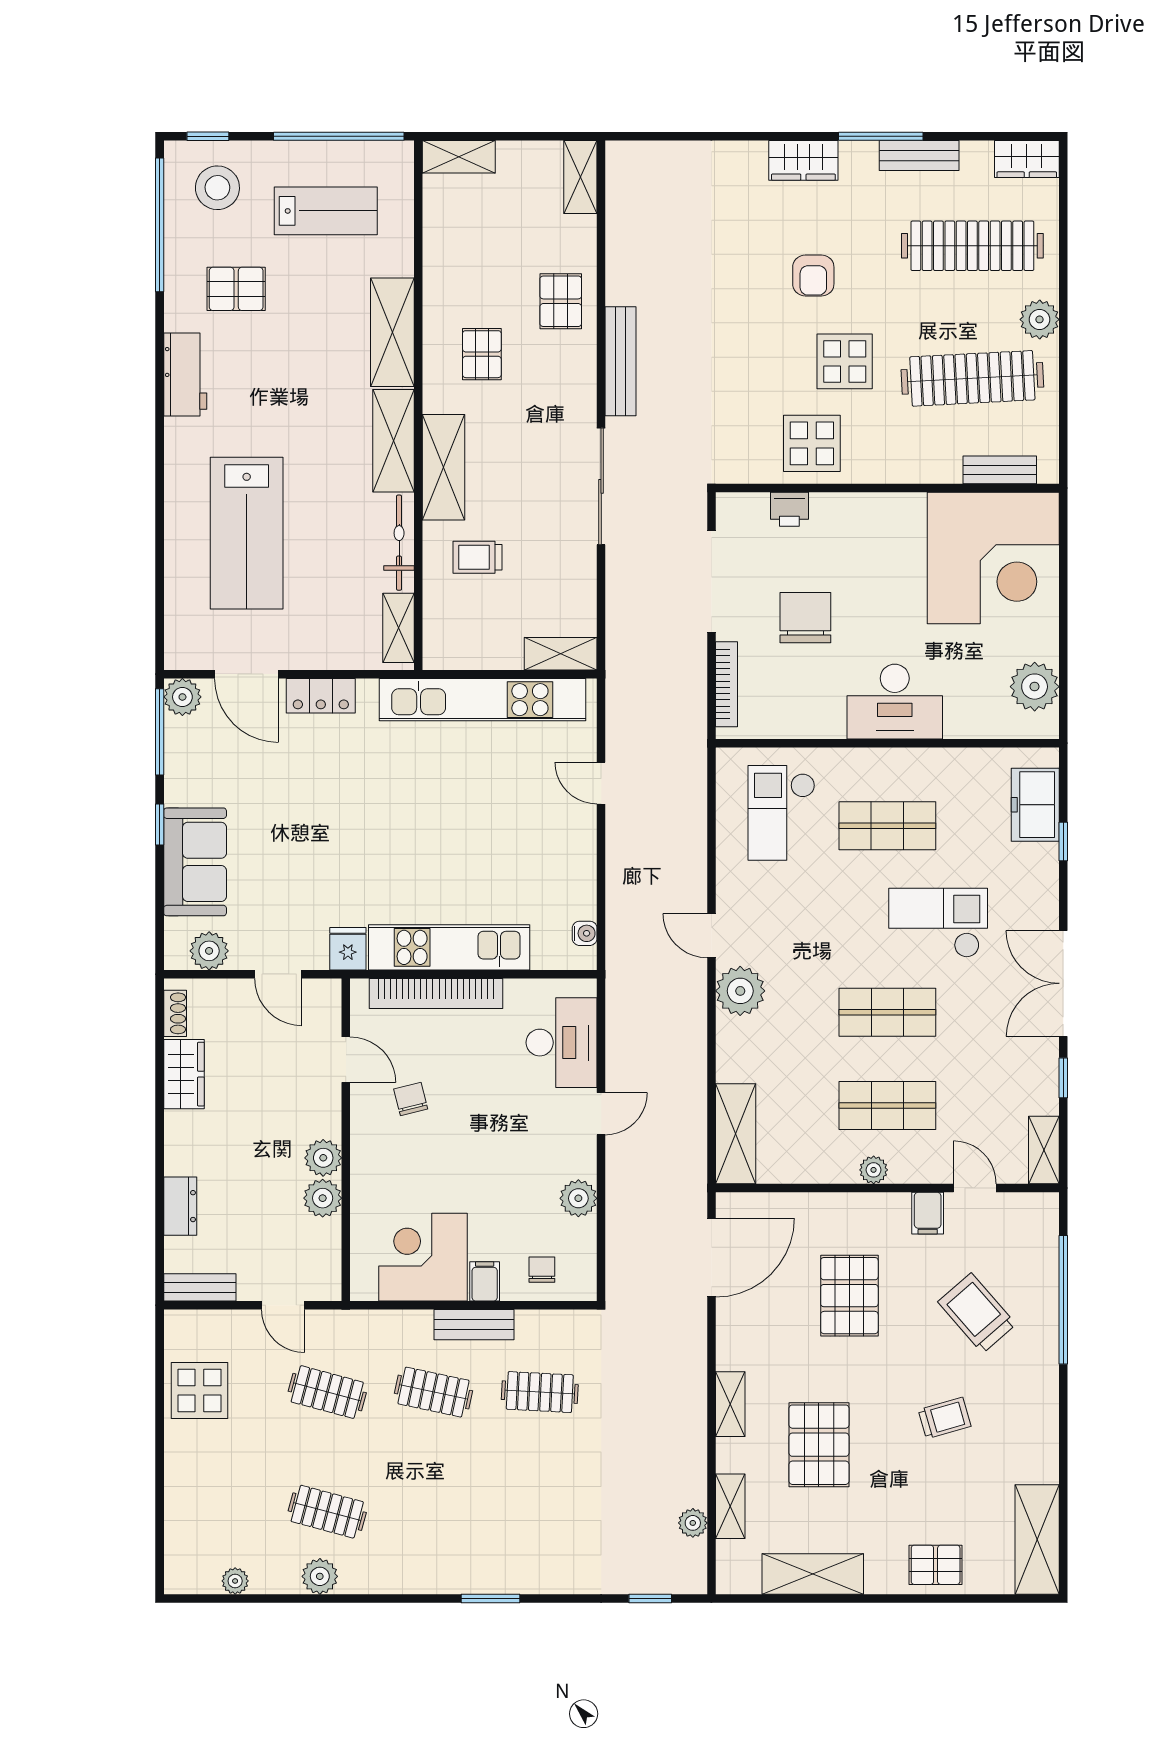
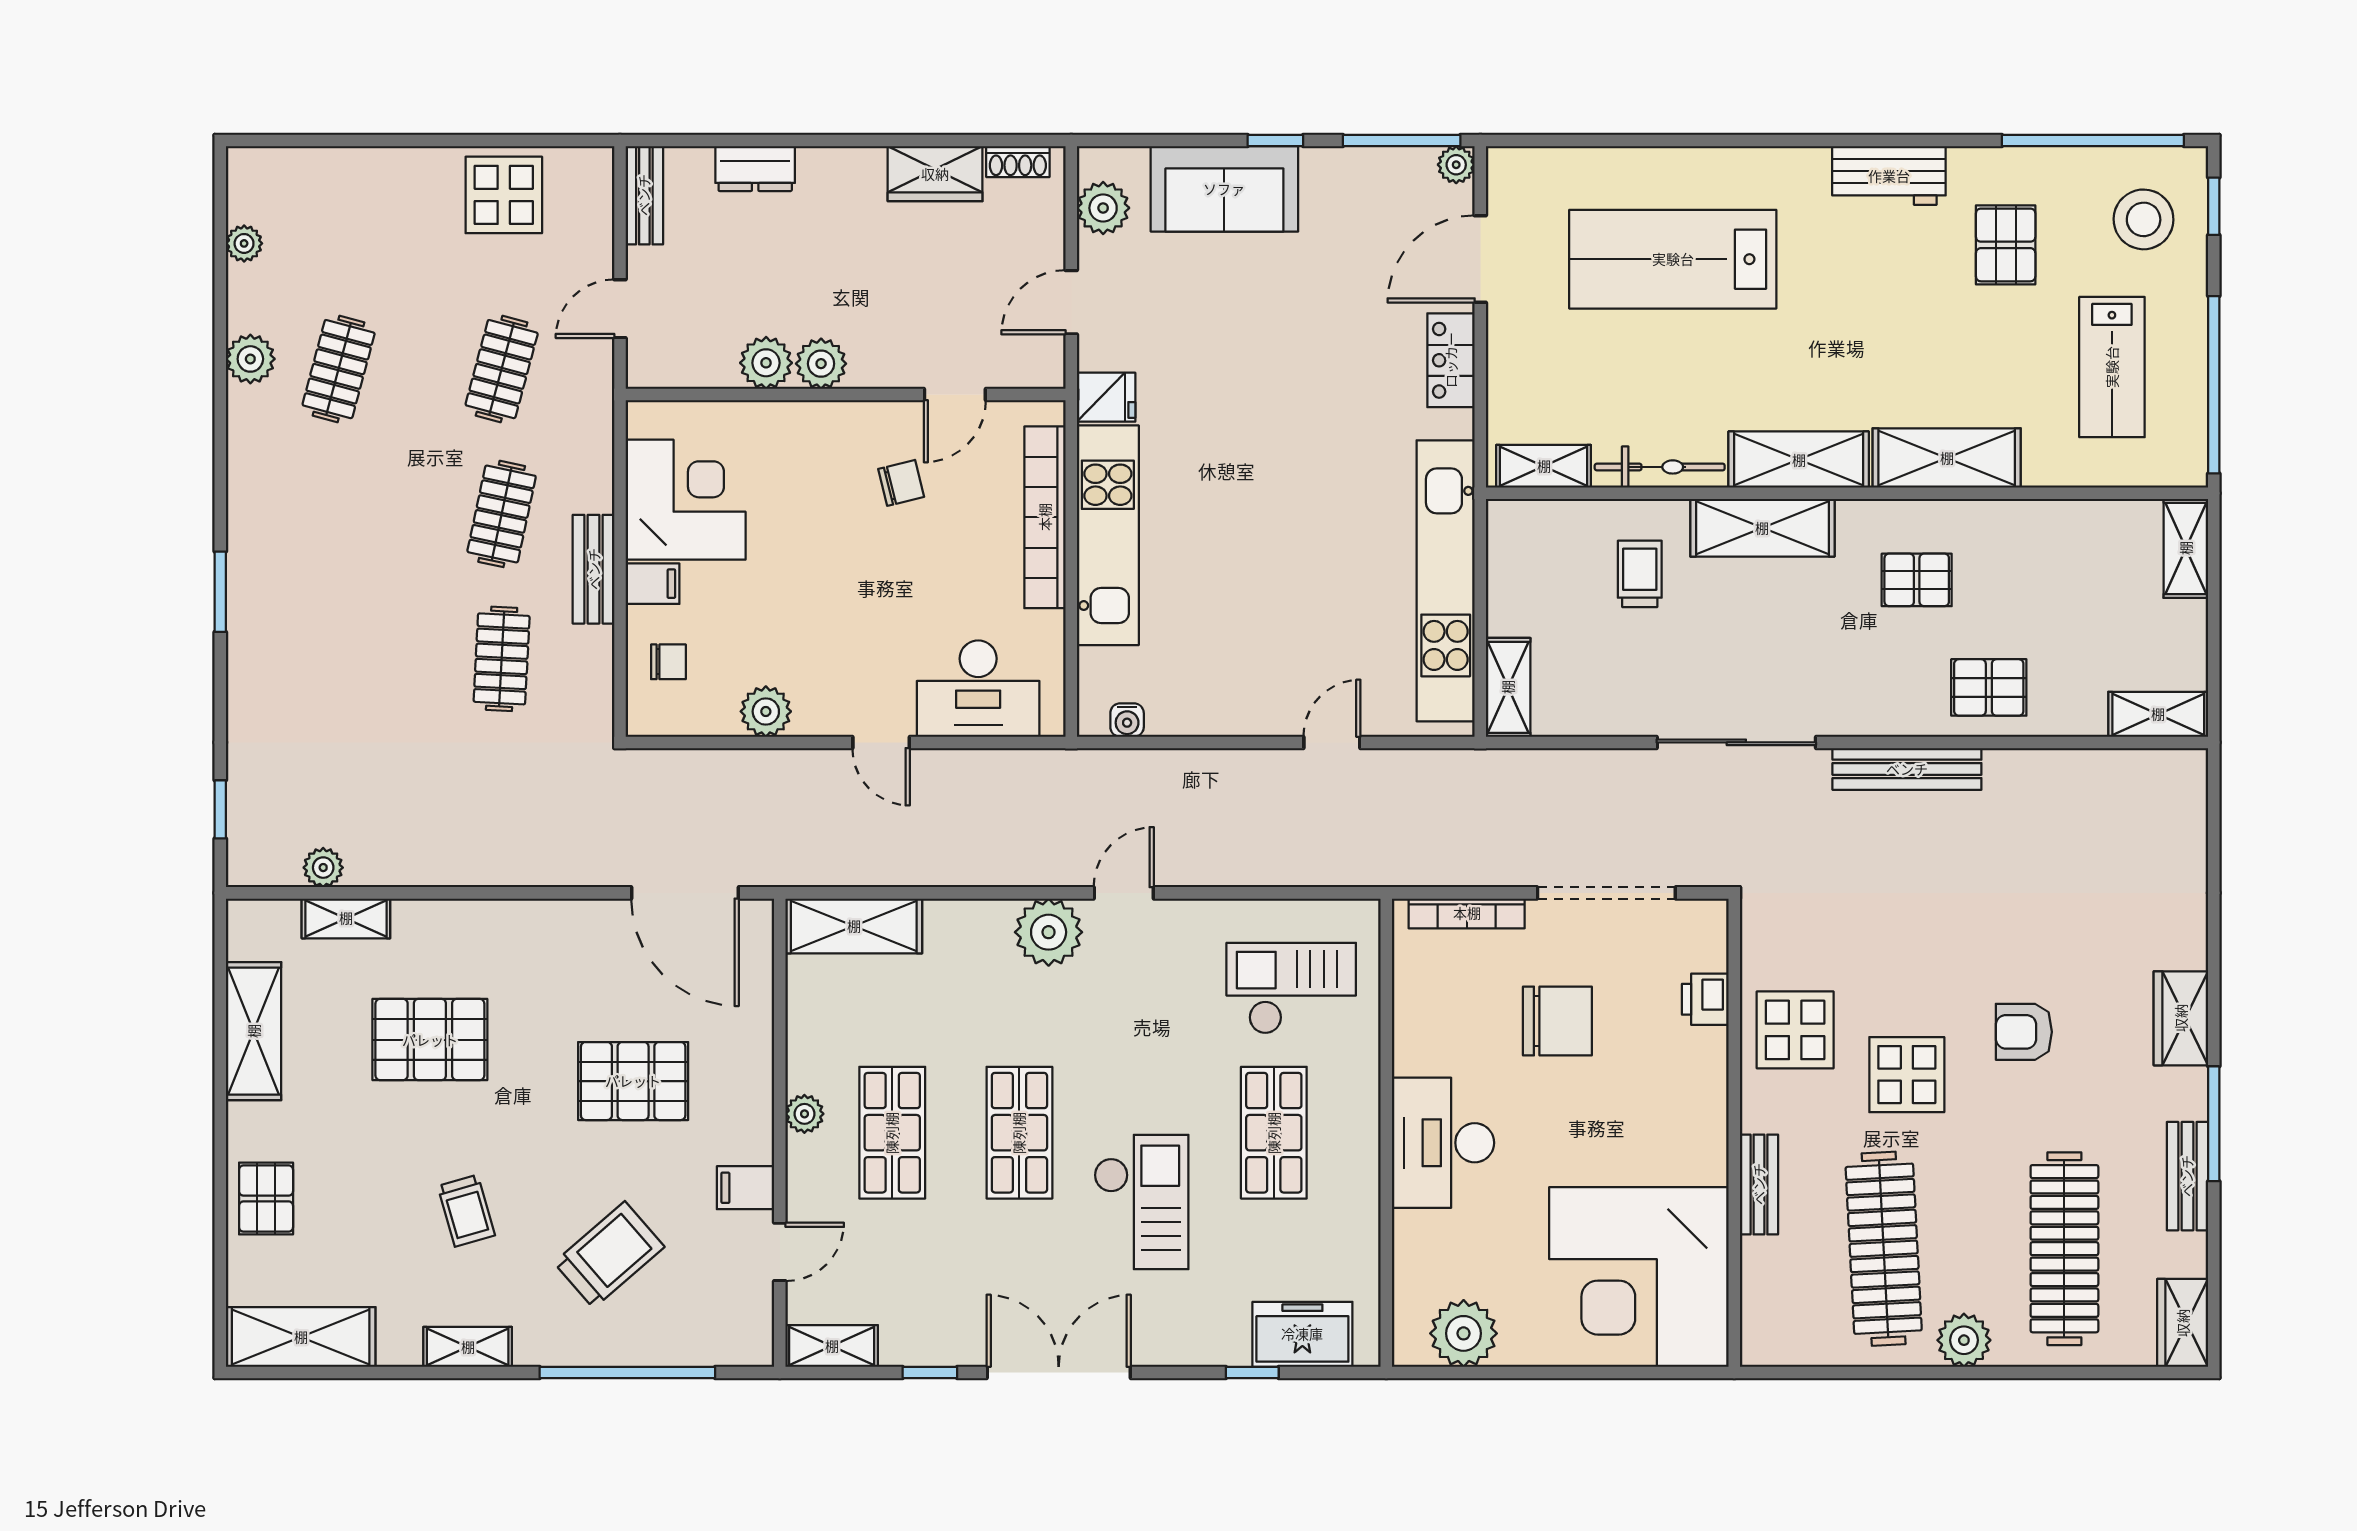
bench: (1000, 470) -> (1759, 1184), moved
plant: (182, 697) -> (1456, 165), width x0.73, depth x0.73
shelving: (730, 1404) -> (468, 1347), moved

